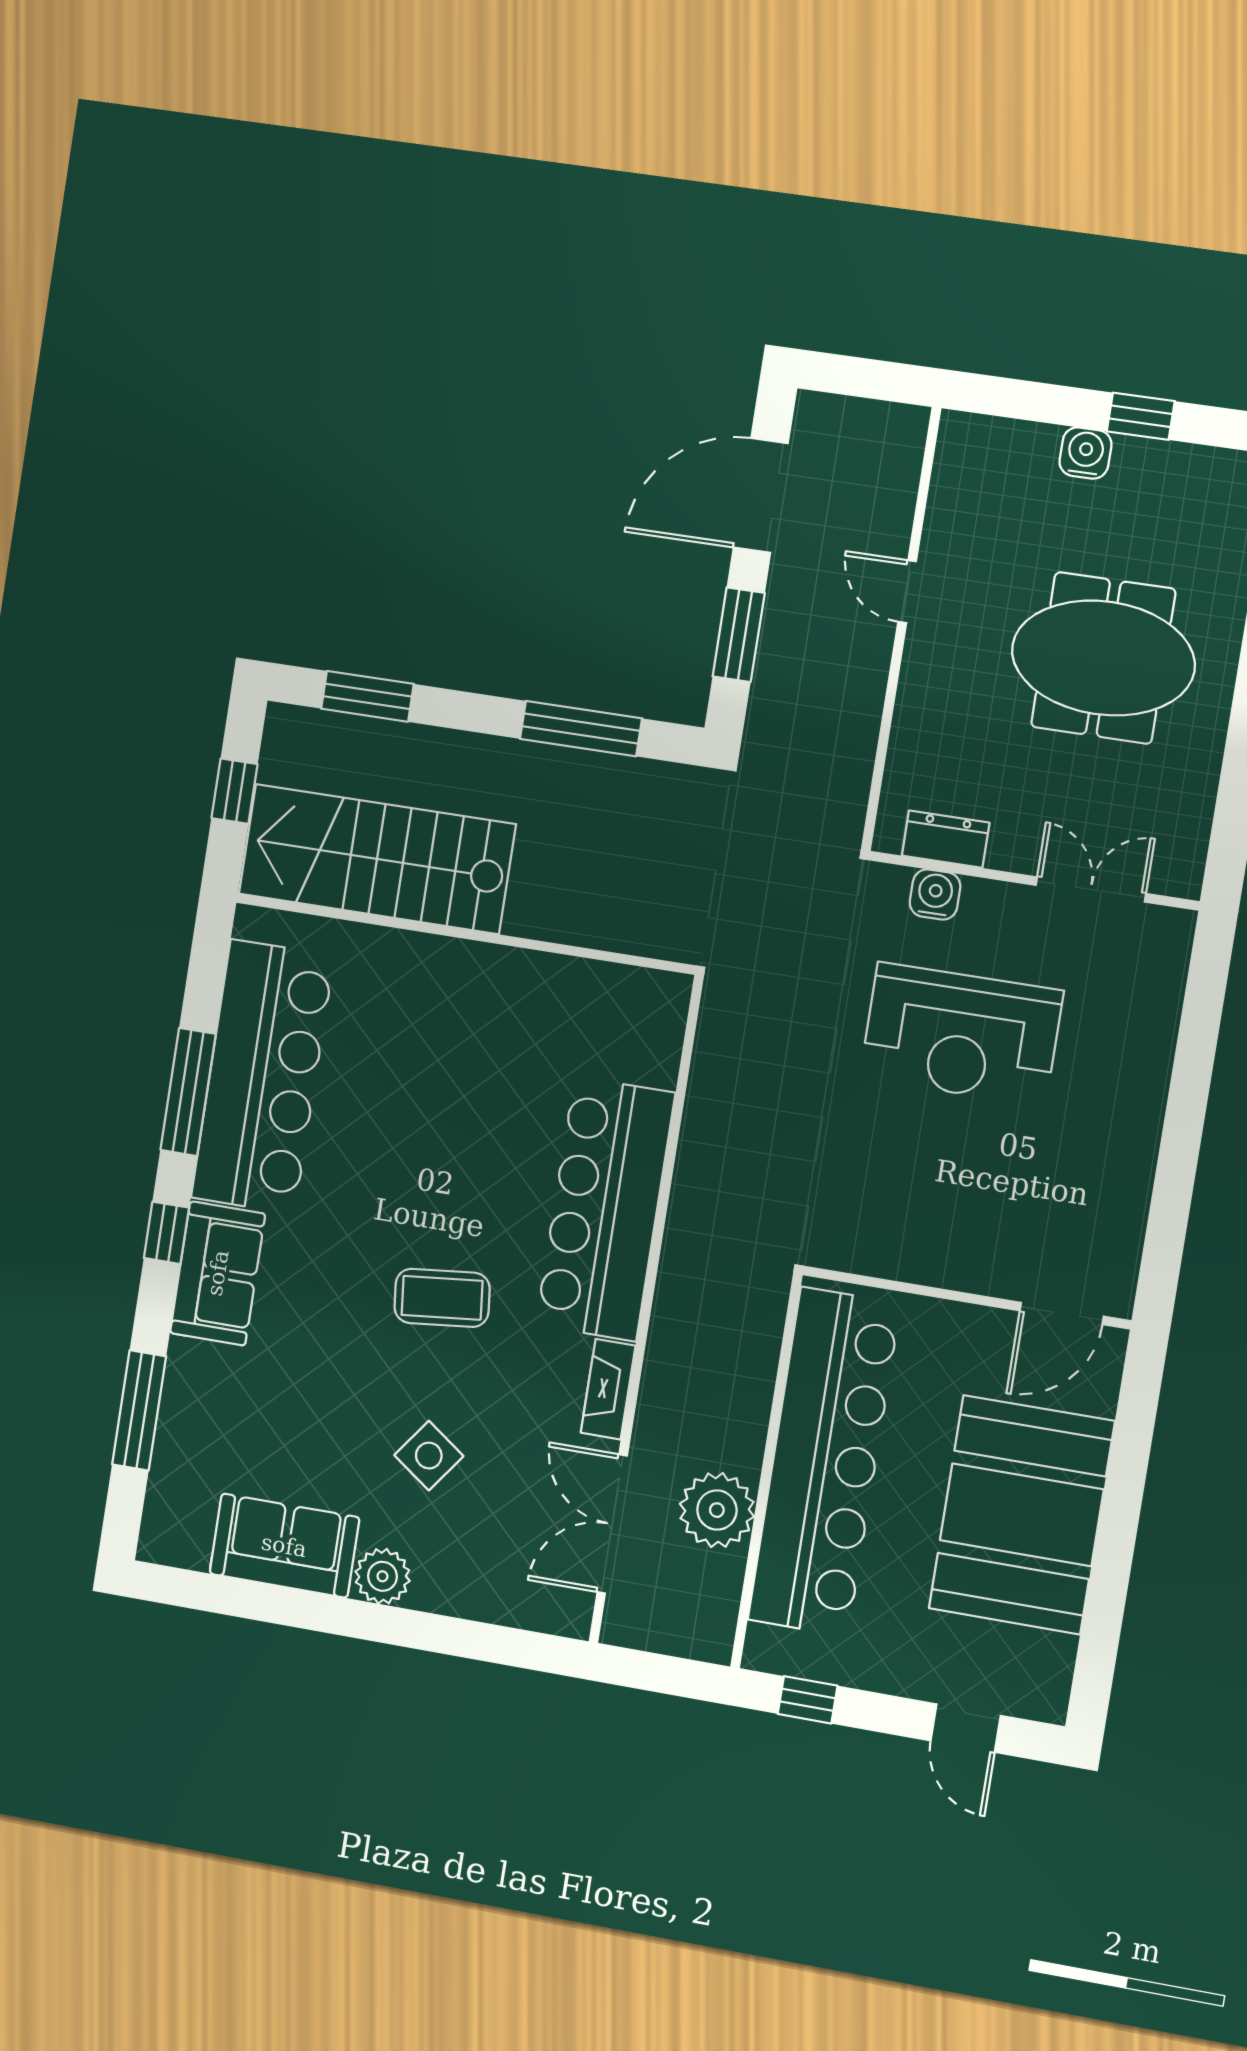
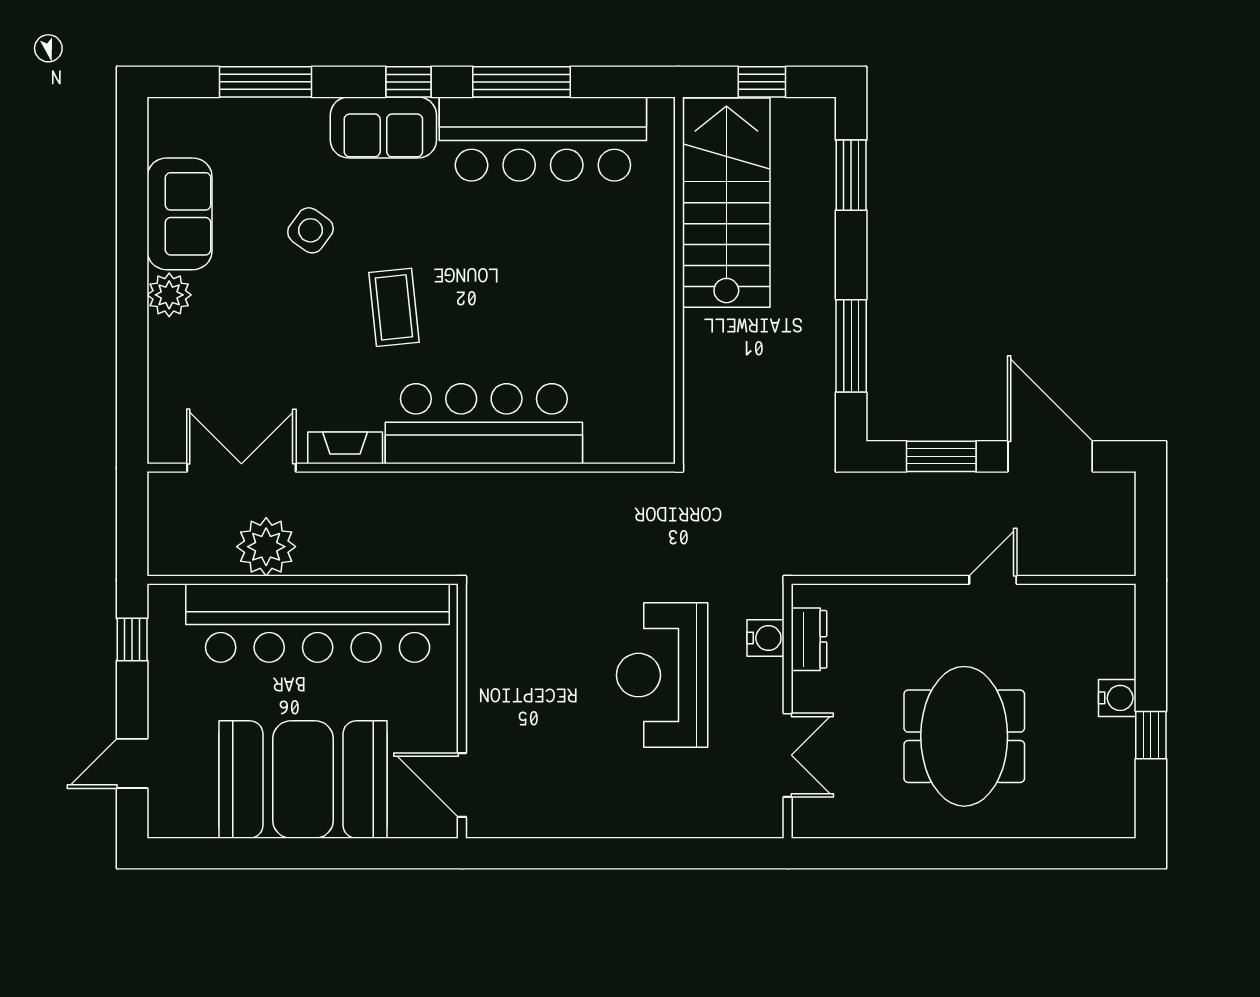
side table: (429, 1456) -> (310, 230), moved

